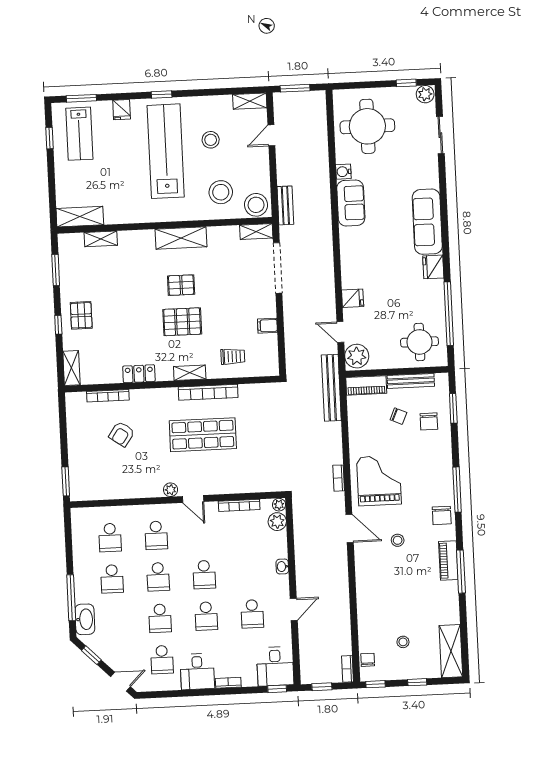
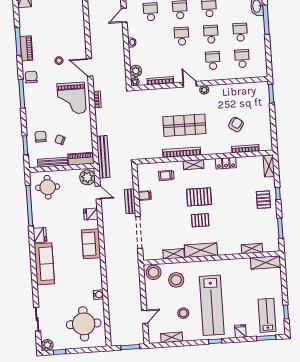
shelving: (250, 101) -> (172, 337), moved
sofa: (351, 203) -> (91, 244), moved
bench: (285, 205) -> (130, 201), moved
shelving: (256, 232) -> (174, 254), moved

